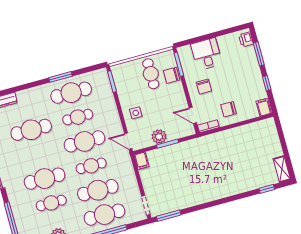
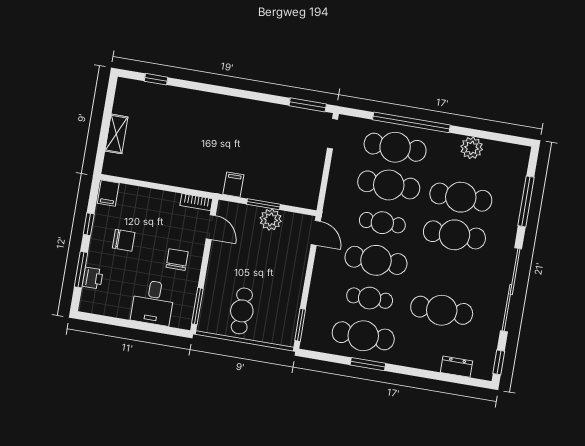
printer: (246, 39) -> (93, 278), moved
chair: (172, 75) -> (214, 296), removed
chair: (229, 109) -> (124, 240), moved
side table: (136, 113) -> (287, 267), removed
filing cabinet: (142, 161) -> (233, 185), moved
shelving: (282, 169) -> (116, 134), moved
cafe table: (51, 203) -> (461, 197), width x1.37, depth x1.35

